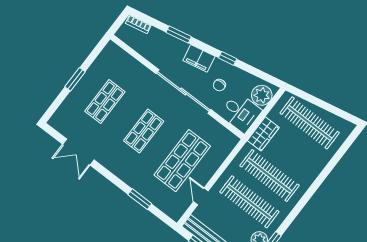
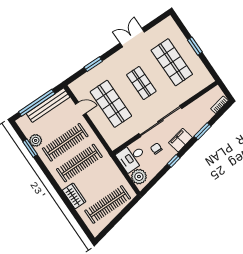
shop shelf: (105, 102) -> (172, 62), width x1.43, depth x1.36
wardrobe: (263, 134) -> (74, 196), moved, turned 180
double door: (78, 152) -> (132, 38), moved

